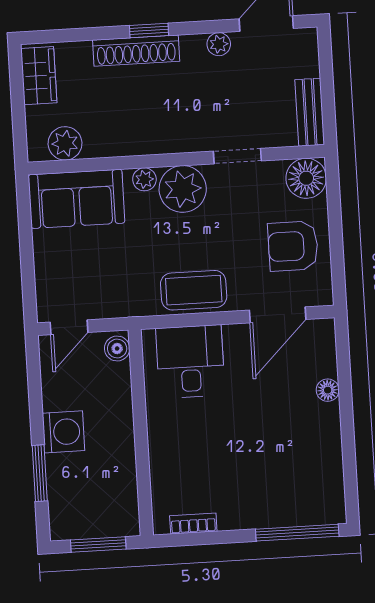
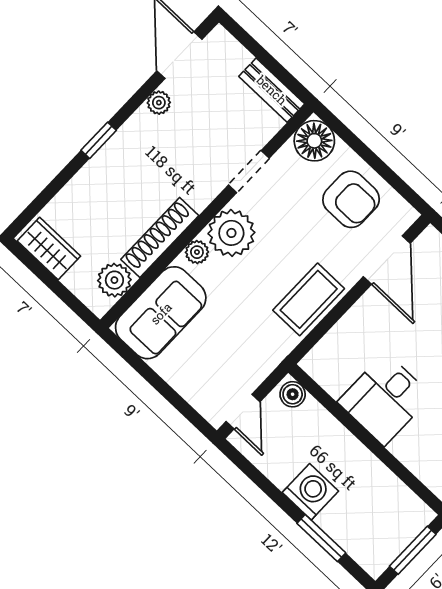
shoe rack: (136, 51) -> (160, 238), moved, turned 180
armchair: (293, 246) -> (351, 199), turned -90
desk: (190, 362) -> (385, 399), moved, turned -90

